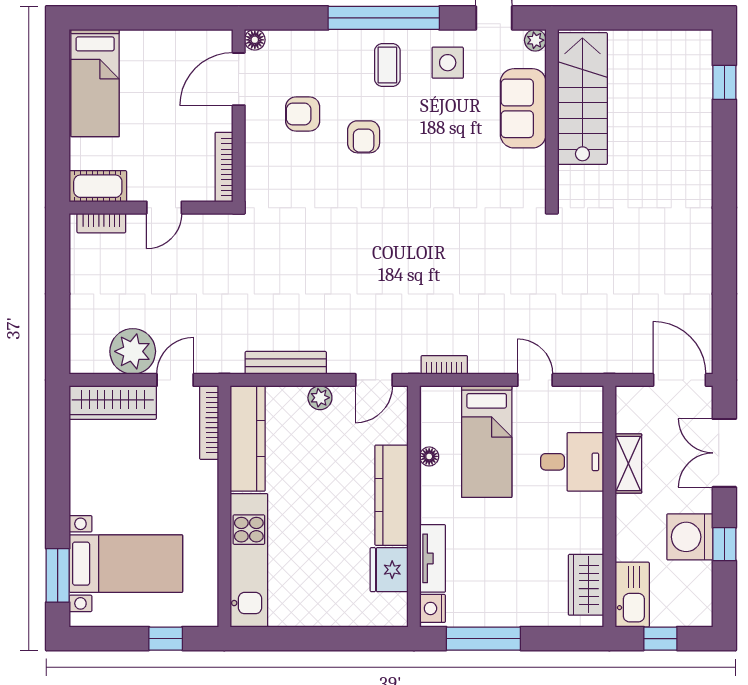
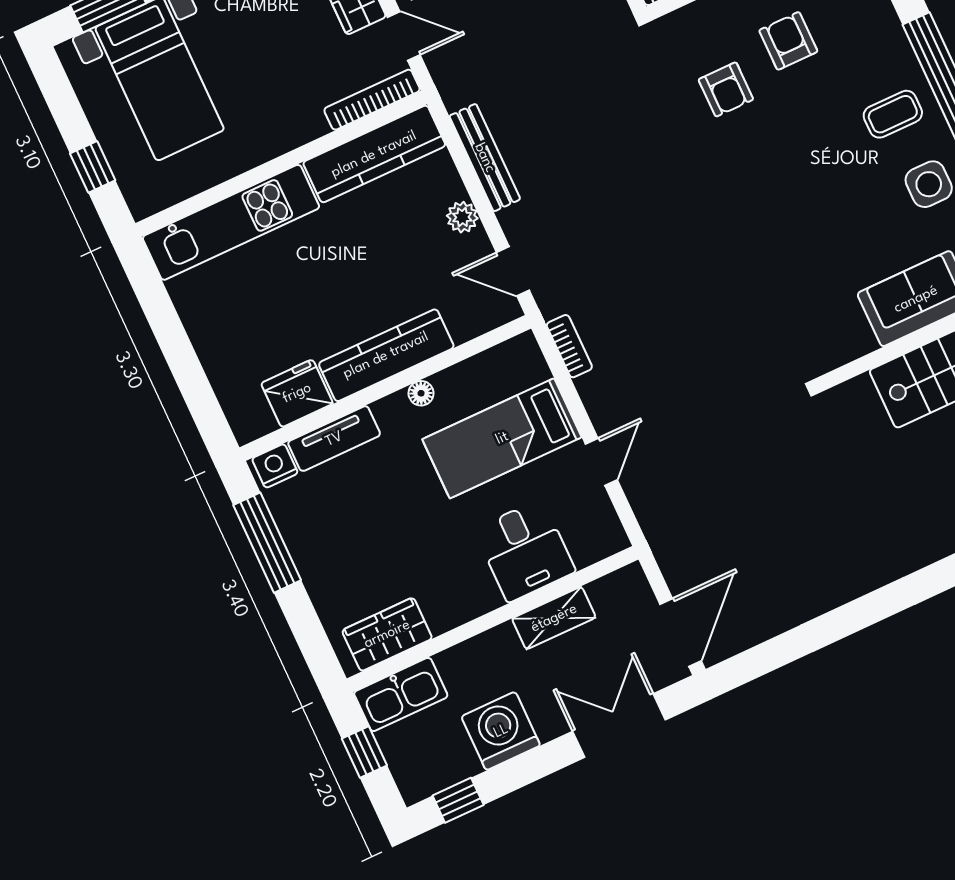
armchair: (364, 137) -> (726, 89), moved, turned -90
floor lamp: (429, 456) -> (421, 393), moved
window: (724, 544) -> (458, 800), moved

